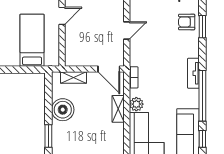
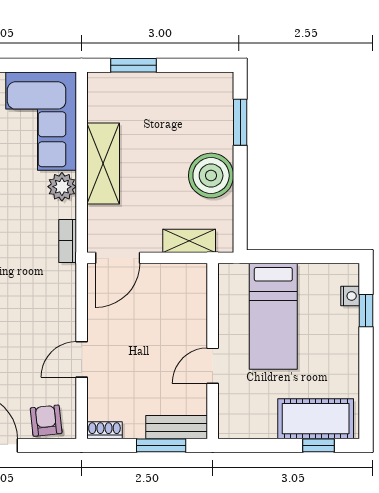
door: (127, 31) -> (82, 359), moved
door: (109, 69) -> (118, 258), swing flipped
shelving: (118, 109) -> (103, 164), width x1.50, depth x1.33

